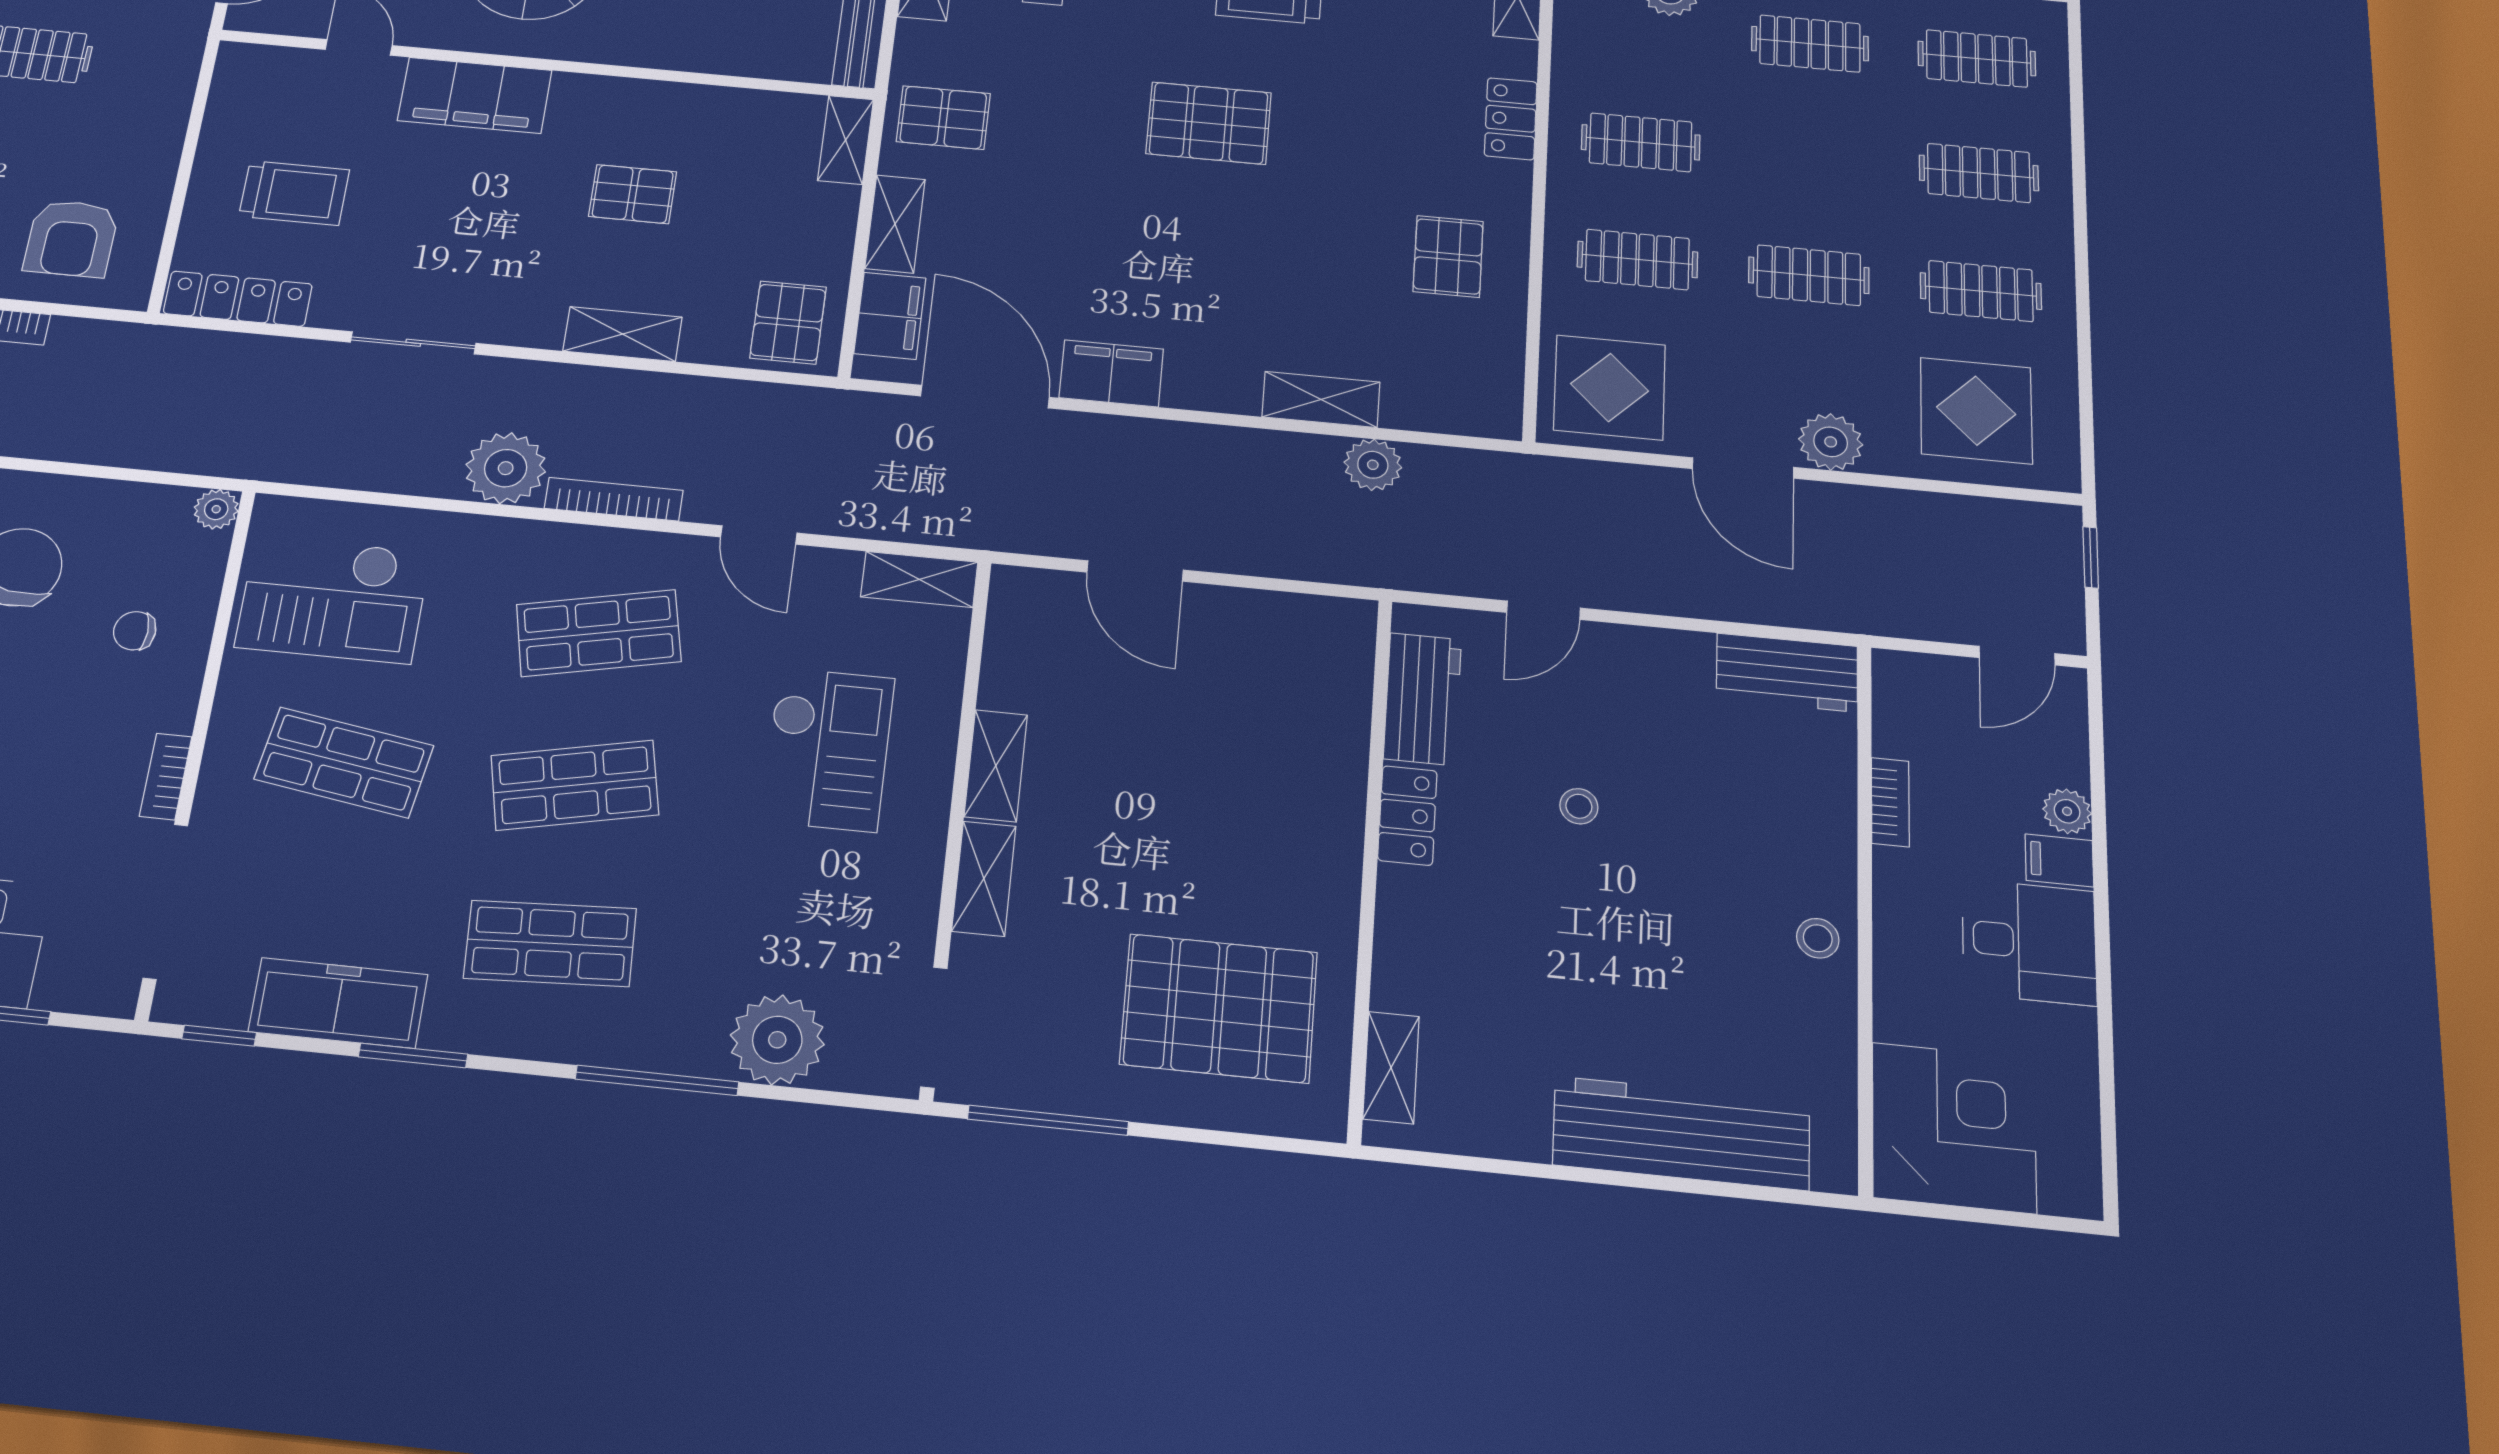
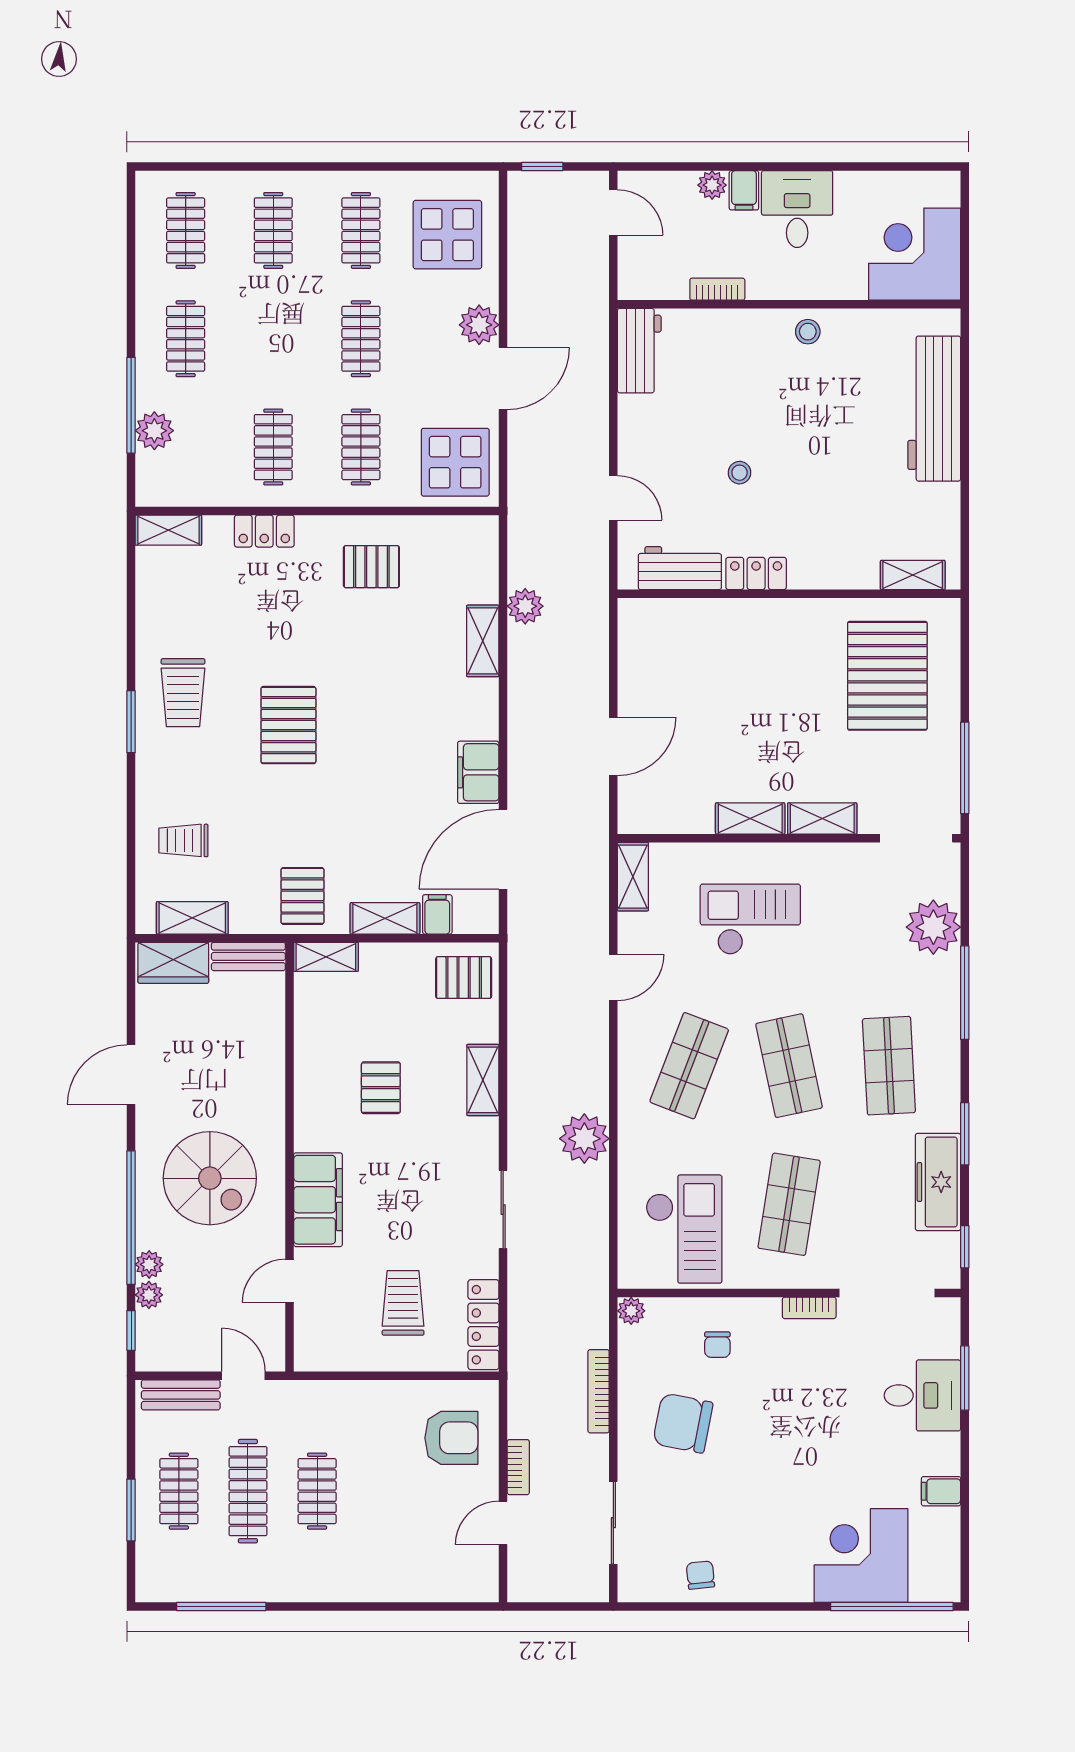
filing cabinet: (890, 316) -> (437, 914), width x0.50
bookcase: (614, 499) -> (599, 1391), moved
shop shelf: (599, 633) -> (689, 1066), turned 33

